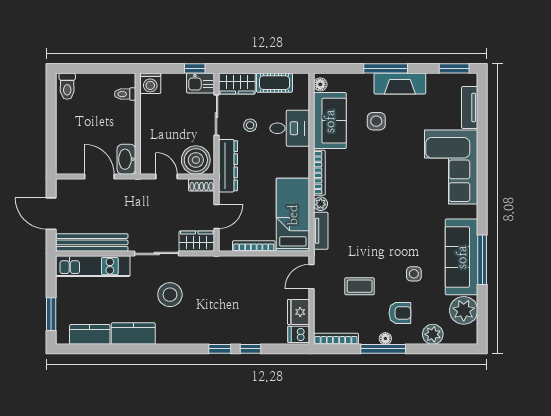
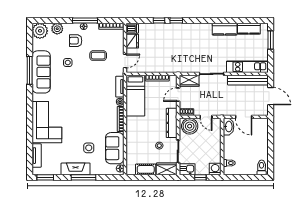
window: (195, 68) -> (200, 177), moved
desk: (290, 128) -> (137, 144), removed
stool: (170, 295) -> (204, 51), removed
plant: (464, 310) -> (40, 31), moved

